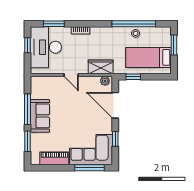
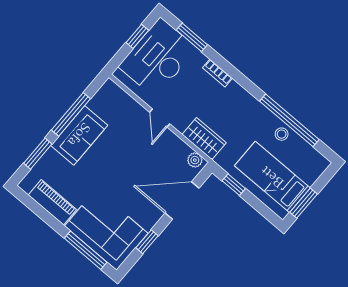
window: (174, 45) -> (304, 203), moved
door: (115, 105) -> (182, 201), hinge flipped

